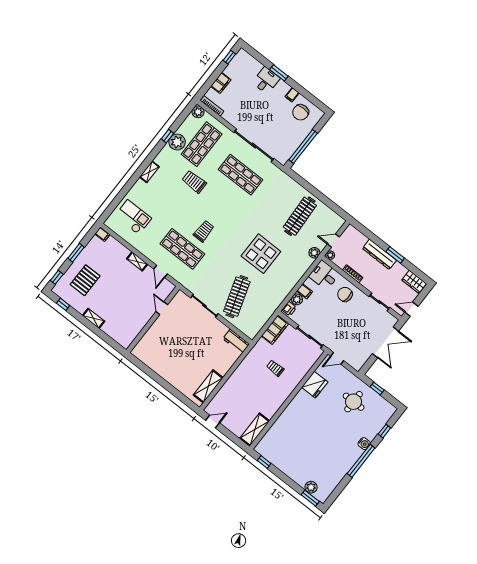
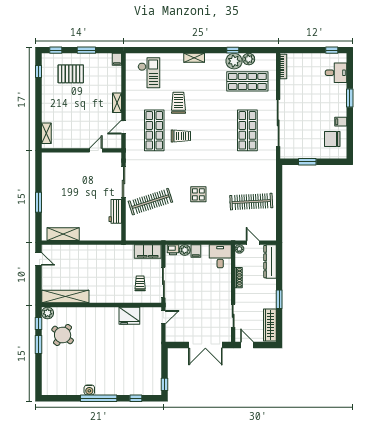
desk: (266, 80) -> (336, 73), moved
filing cabinet: (221, 83) -> (307, 59), removed
plant: (198, 112) -> (249, 59), moved
window: (303, 147) -> (307, 162), width x0.47
trolley: (194, 182) -> (178, 103), moved
plant: (314, 253) -> (232, 235), removed
display table: (261, 254) -> (198, 194), width x0.54, depth x0.54
dresser: (379, 254) -> (270, 262), moved
wardrobe: (414, 282) -> (270, 325), width x1.50
chair: (345, 294) -> (218, 284), removed
shelving: (94, 318) -> (46, 133), moved
workbench: (236, 341) -> (115, 211), moved
door: (337, 358) -> (163, 317), swing flipped
trolley: (275, 368) -> (140, 283), moved
window: (167, 386) -> (39, 202), added
window: (377, 388) -> (164, 384), moved
round table: (354, 402) -> (63, 335), moved, turned 37
shelving: (255, 430) -> (65, 297), width x1.47
water cooler: (364, 444) -> (89, 390), moved
plant: (311, 487) -> (48, 313), moved
window: (310, 498) -> (39, 344), moved

